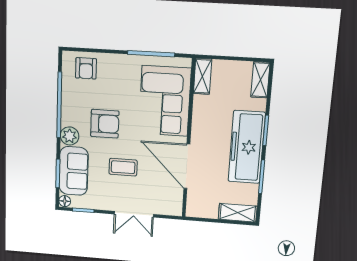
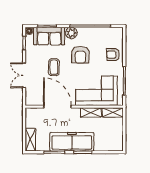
armchair: (86, 68) -> (113, 55), moved
shelving: (260, 80) -> (91, 112), moved
door: (187, 166) -> (57, 107), hinge flipped

